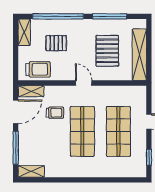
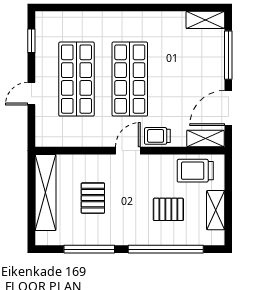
shelving: (24, 32) -> (216, 210), moved
pallet: (107, 51) -> (93, 198), width x0.67, depth x0.71
door: (84, 83) -> (128, 151), swing flipped
trolley: (55, 113) -> (157, 136), moved

